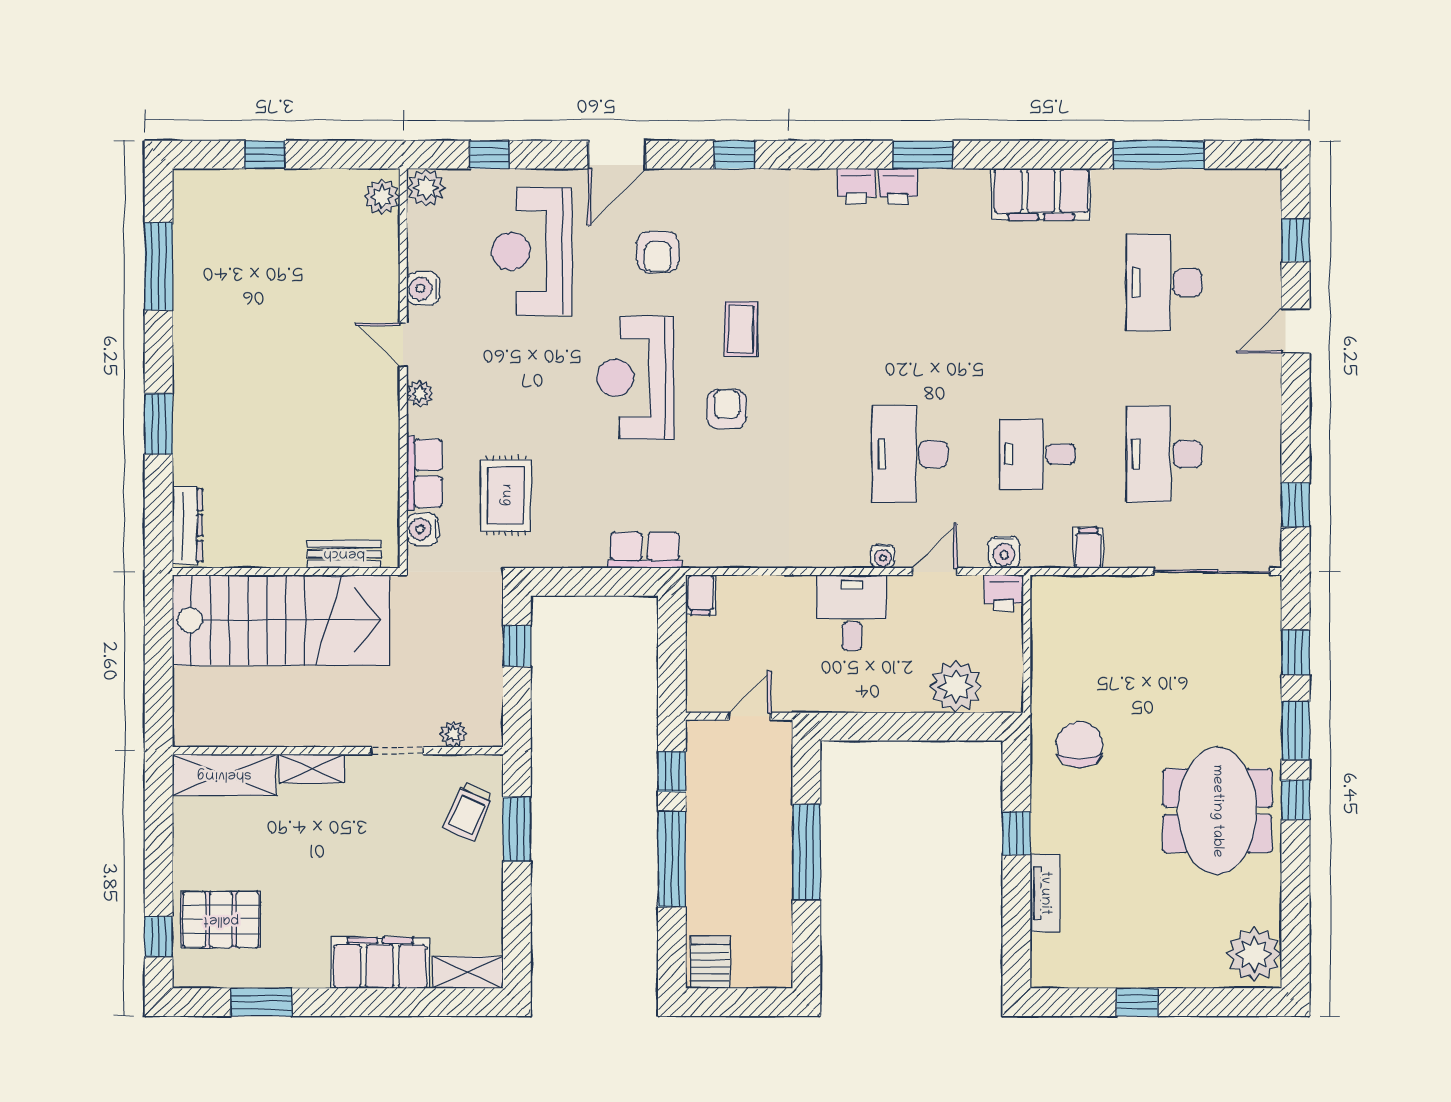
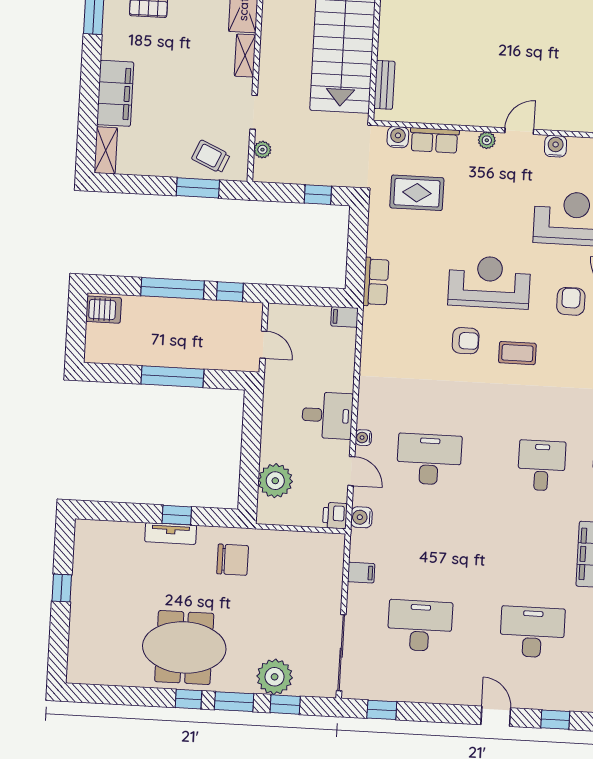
armchair: (658, 252) -> (571, 301), turned 90
desk: (1037, 454) -> (542, 466), moved
tv unit: (1045, 893) -> (171, 533), moved
plant: (1254, 954) -> (275, 677), moved

